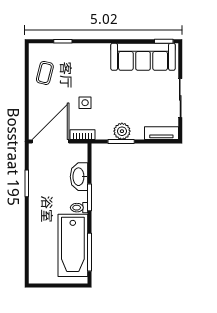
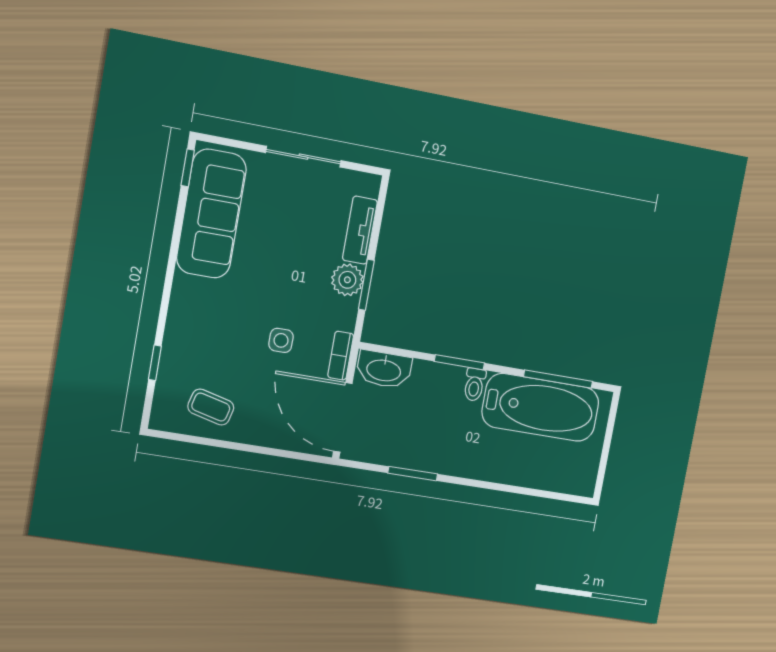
tv unit: (161, 133) -> (360, 230), moved
washbasin: (79, 177) -> (384, 369), moved

